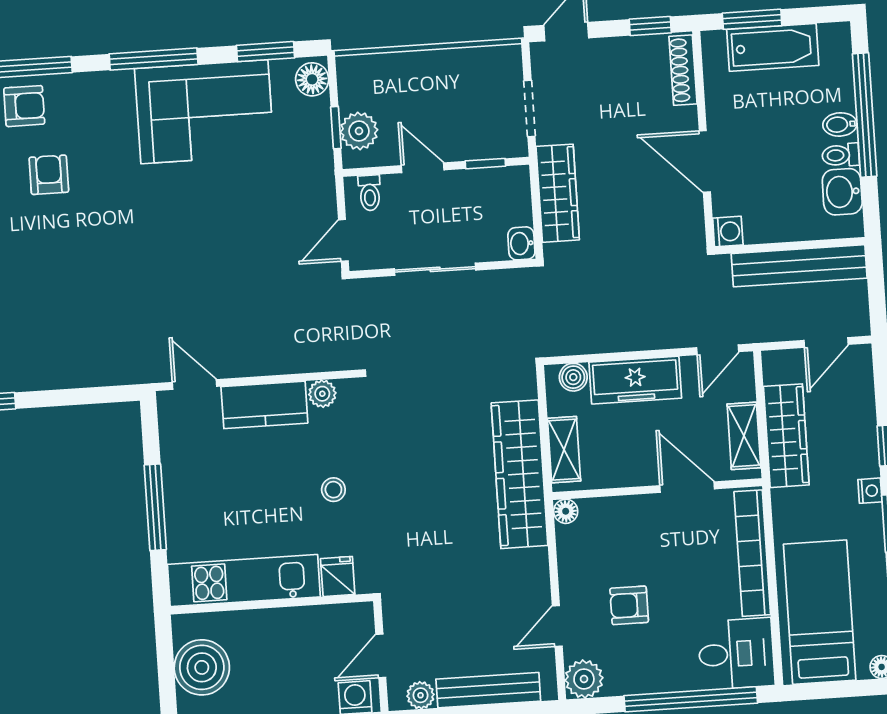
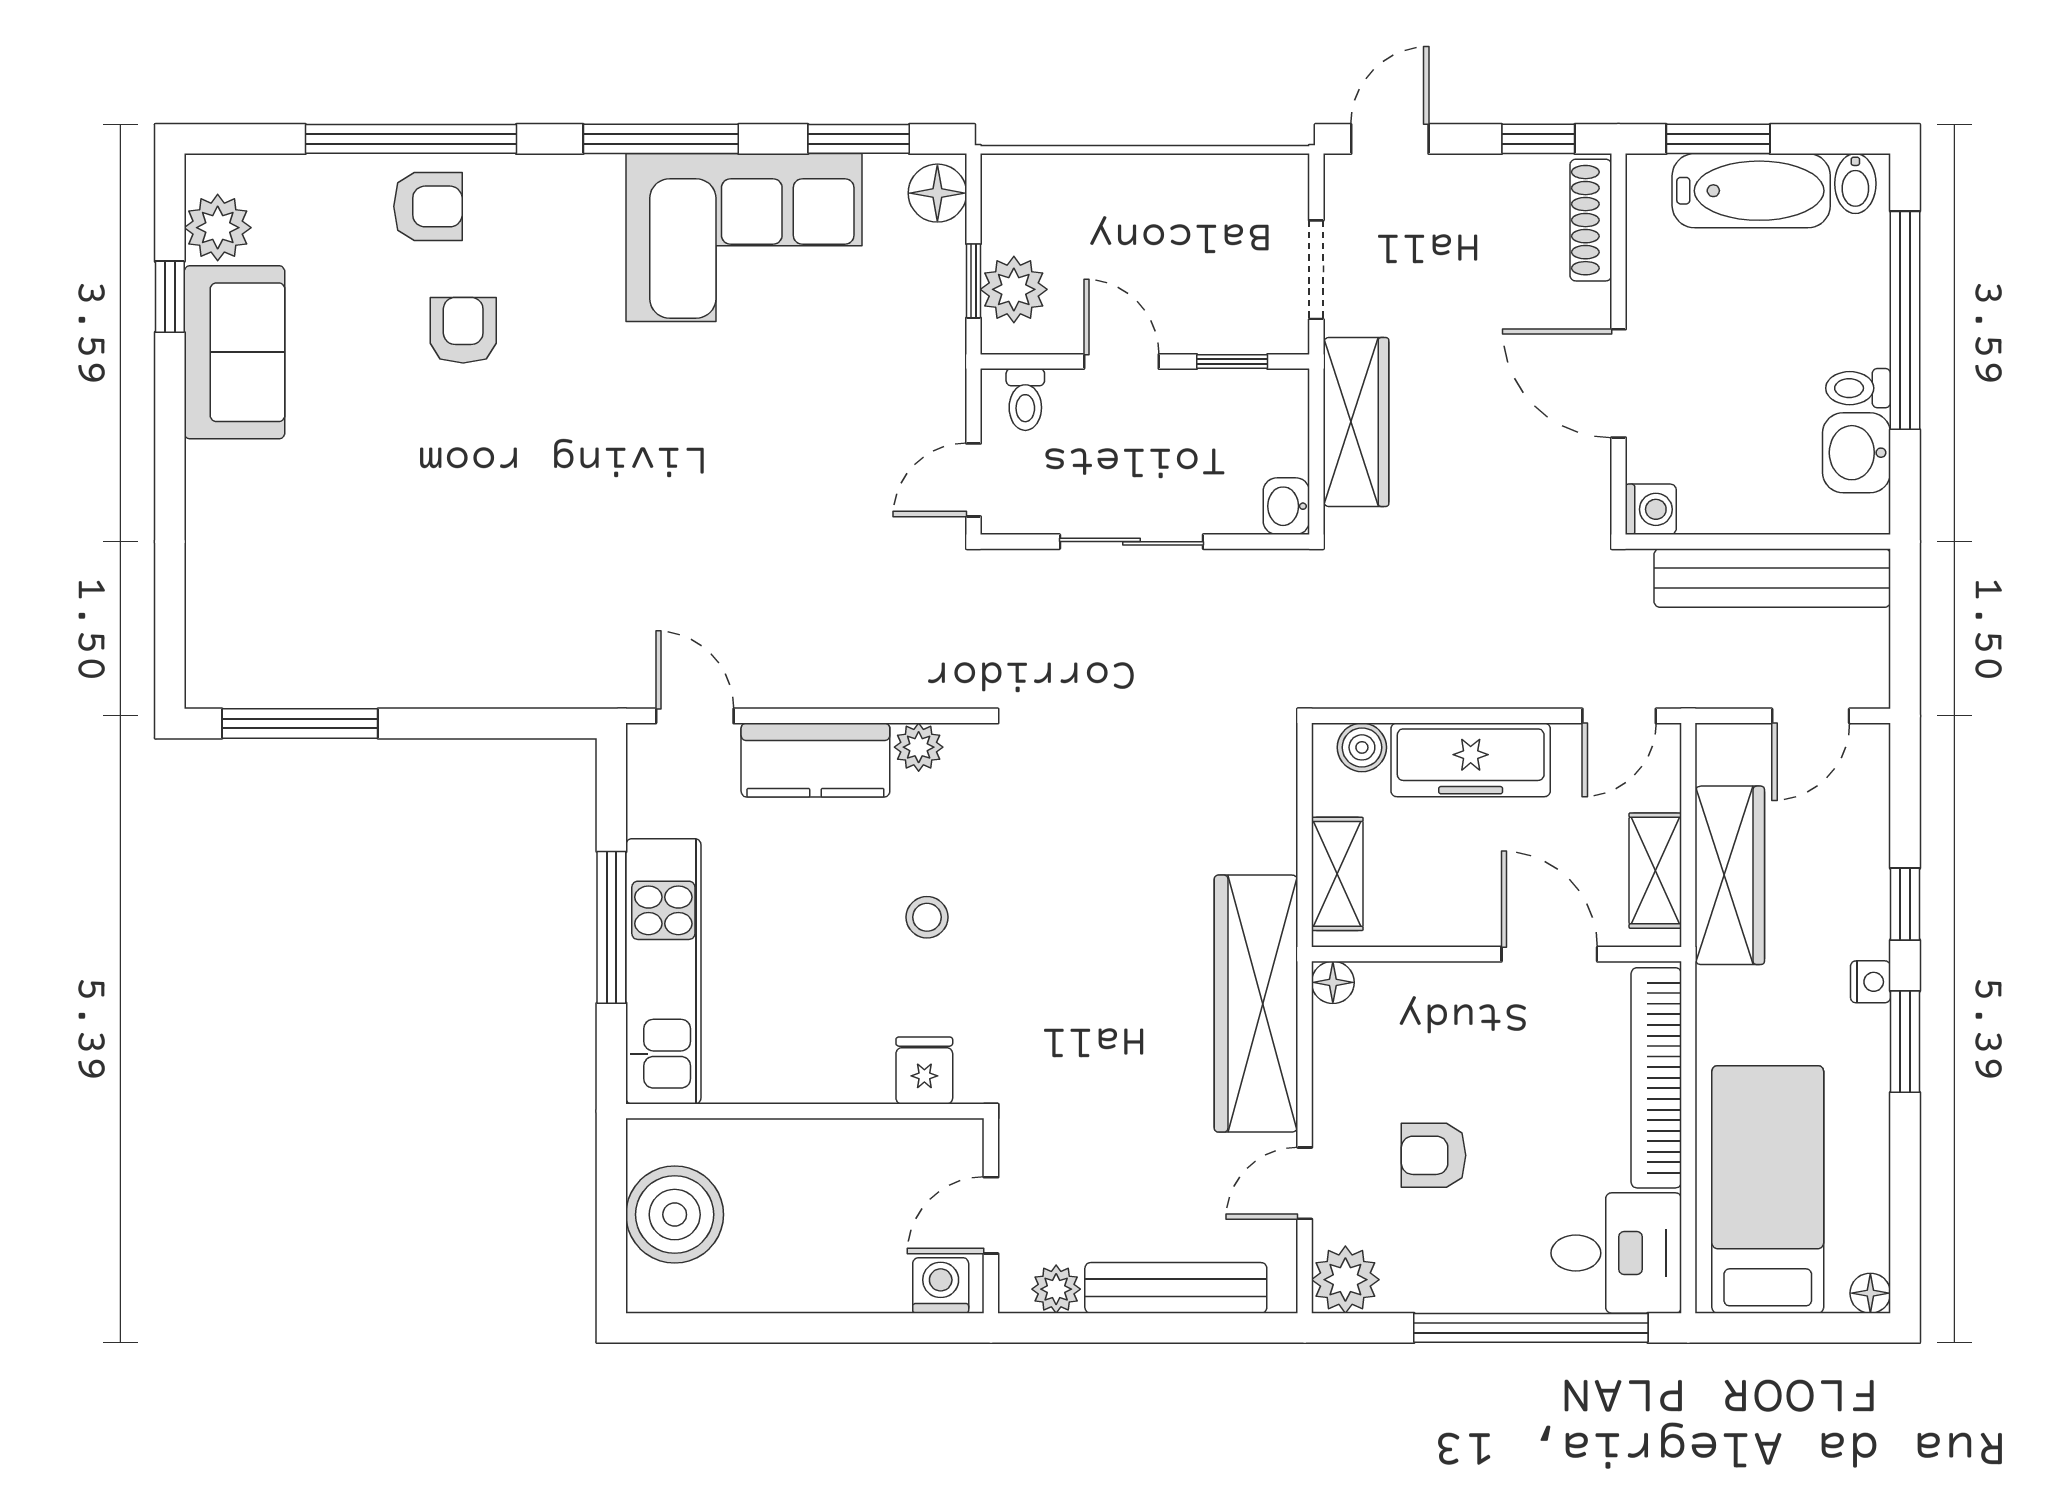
bidet: (840, 124) -> (1855, 184), moved, turned -90
wardrobe: (520, 474) -> (1256, 1004), moved
kitchen unit: (244, 581) -> (663, 971), moved, turned 90

